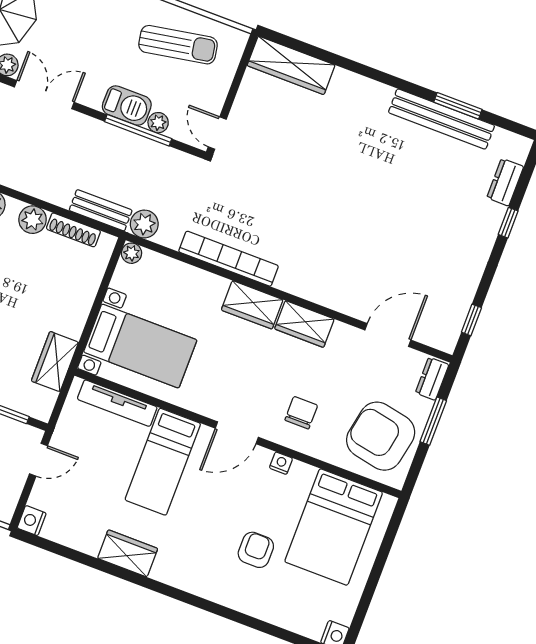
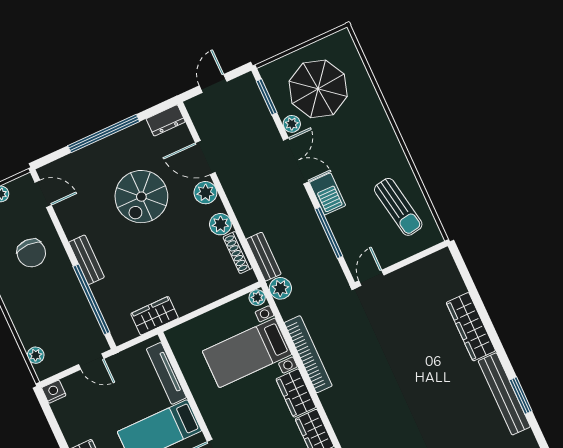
wardrobe: (291, 65) -> (471, 327), moved
barbecue: (127, 106) -> (328, 194), moved
plant: (158, 123) -> (344, 239), removed
bed with nightstands: (140, 346) -> (247, 353), moved, turned 90

